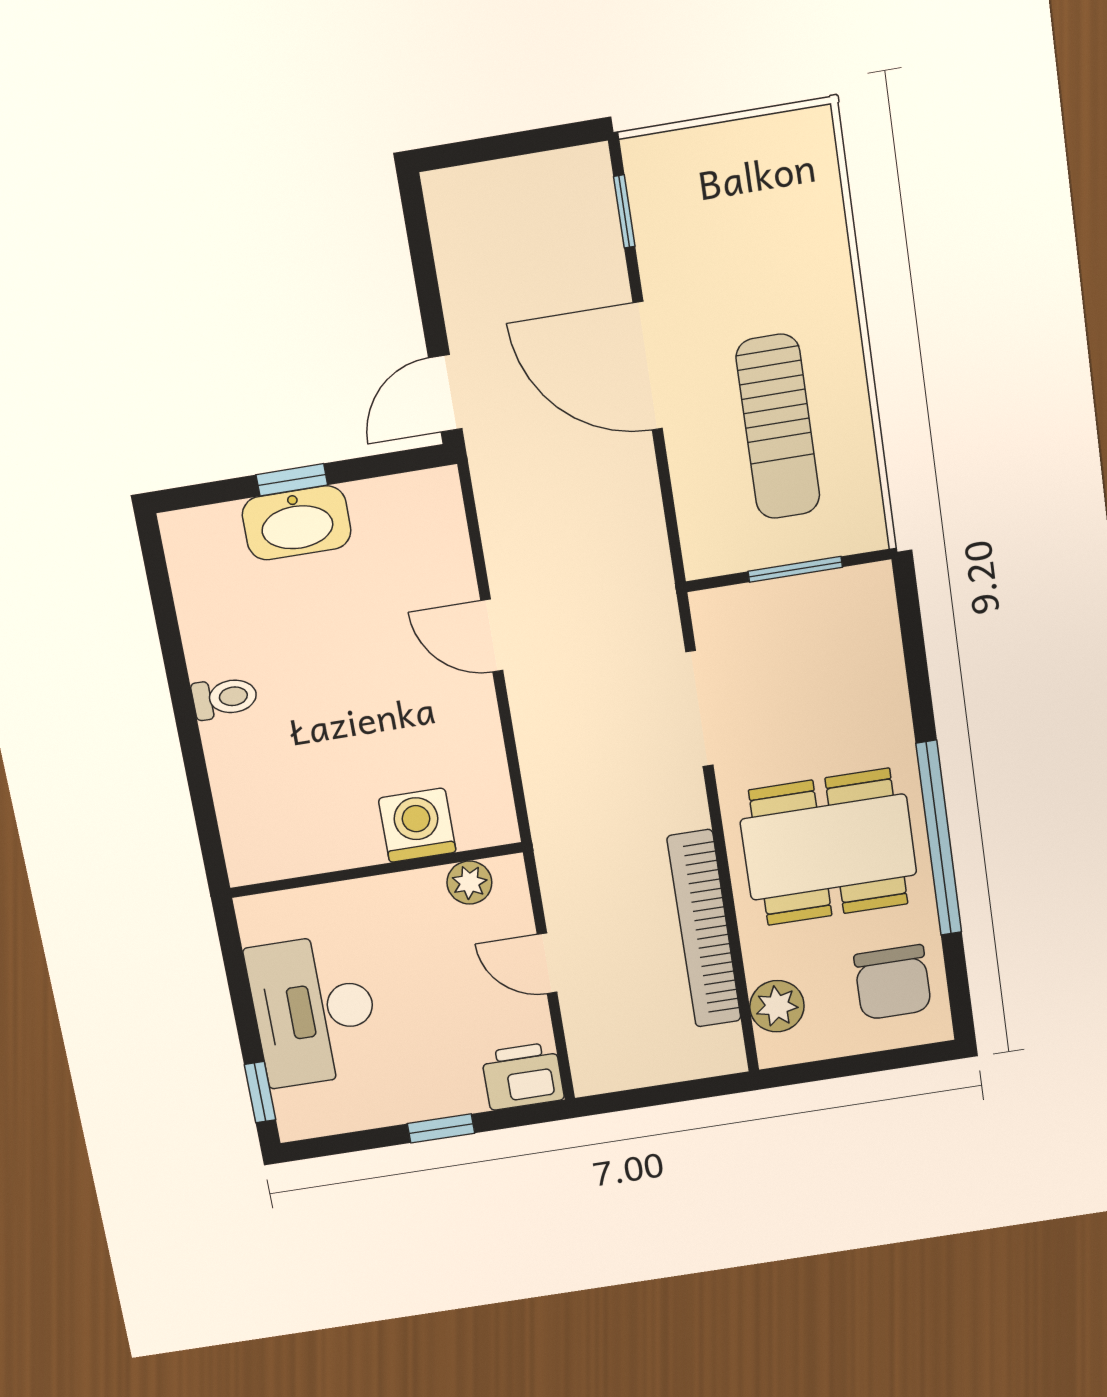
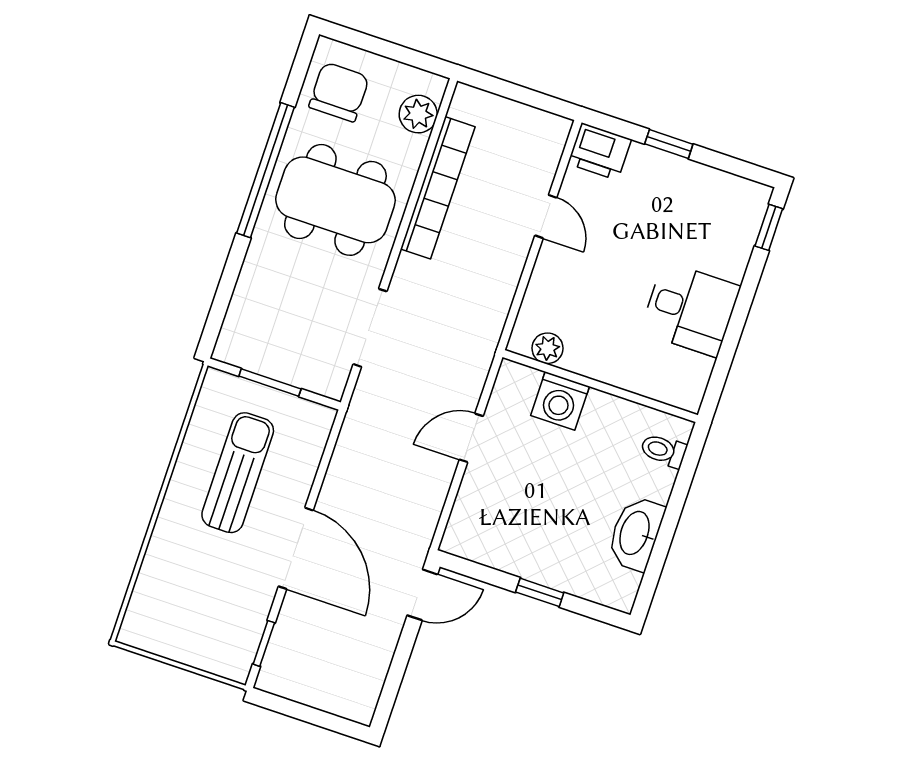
washbasin: (297, 523) -> (636, 533), moved, turned -90
door: (492, 636) -> (471, 438), swing flipped
toilet: (225, 698) -> (663, 450), moved
washing machine: (417, 825) -> (560, 401), moved
wall: (376, 870) -> (600, 386), moved
plant: (469, 883) -> (547, 348), moved
desk: (314, 1010) -> (690, 309), moved, width x0.73

